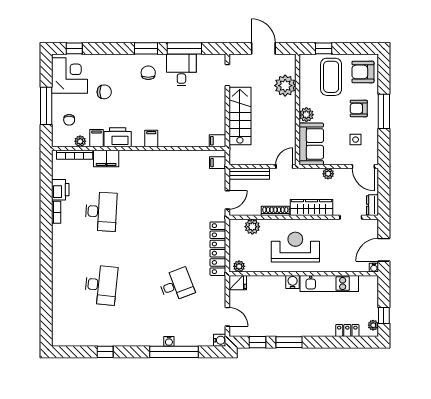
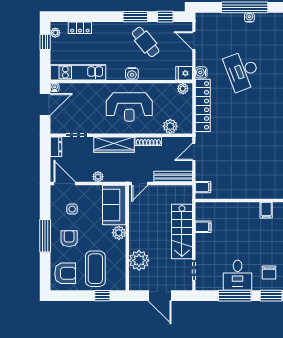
armchair: (359, 108) -> (69, 239), turned -90
filing cabinet: (218, 141) -> (203, 227), moved
kitchen unit: (329, 284) -> (78, 72), moved
desk: (176, 285) -> (242, 71), width x1.37
cafe table: (278, 315) -> (146, 42), added
water cooler: (220, 340) -> (201, 72), moved

